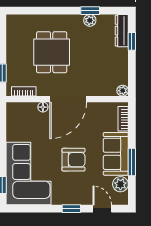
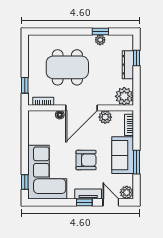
dresser: (122, 31) -> (128, 65), moved
dining table: (52, 52) -> (67, 67), width x1.38
plant: (123, 91) -> (124, 96), width x1.88, depth x1.88
plant: (96, 110) -> (105, 117), added
plant: (120, 184) -> (127, 192), moved
tv unit: (76, 199) -> (88, 194), added

